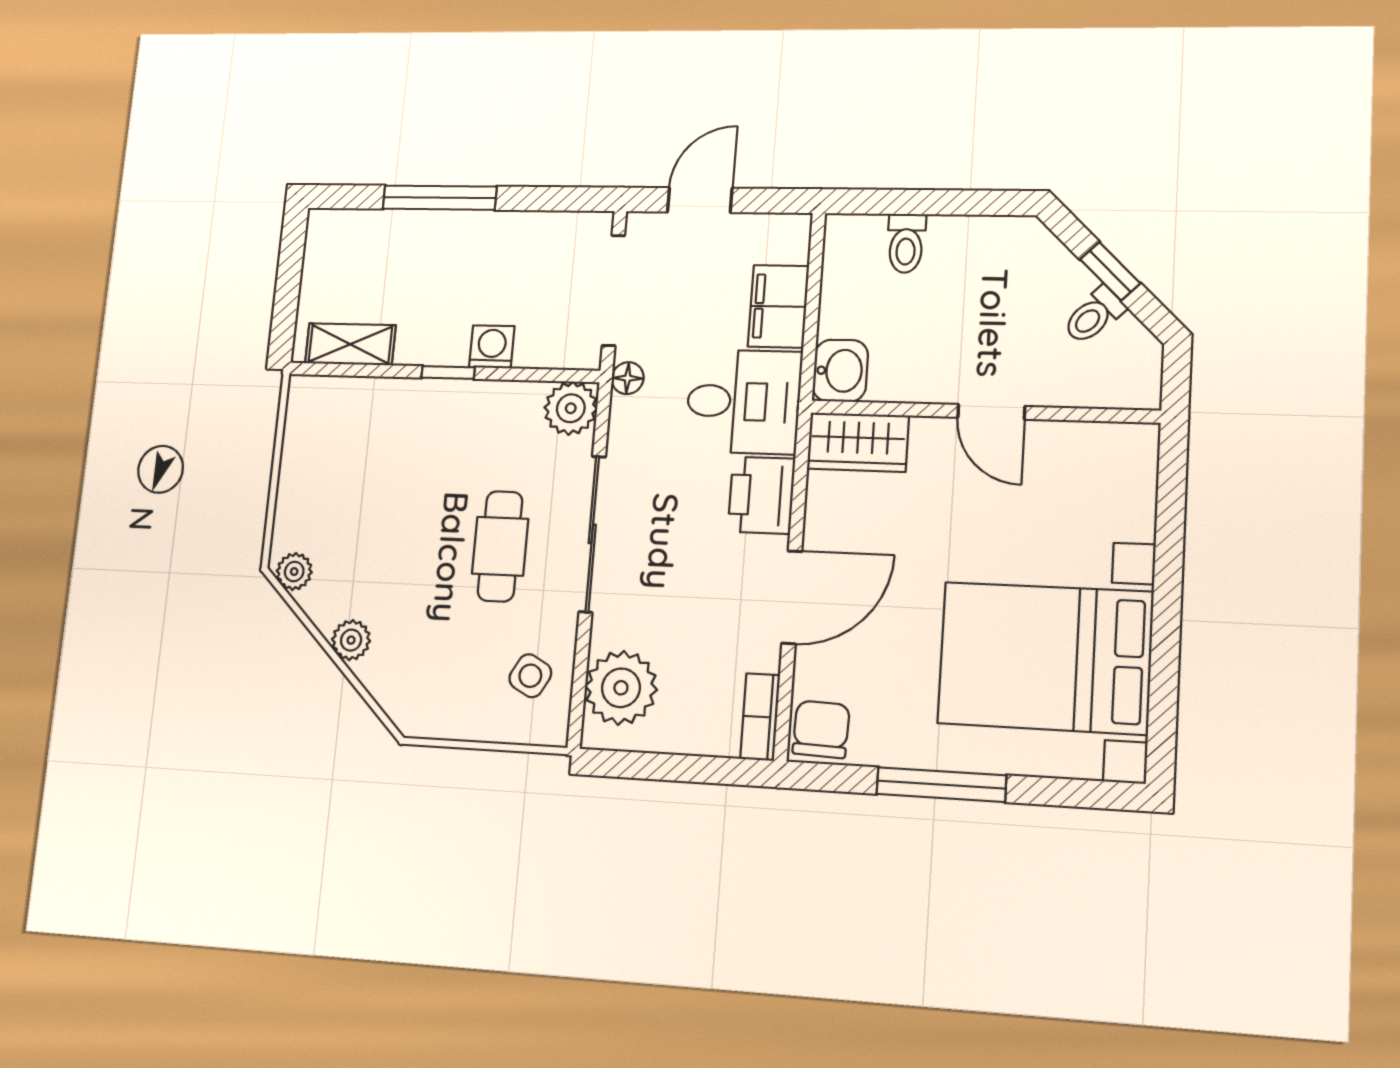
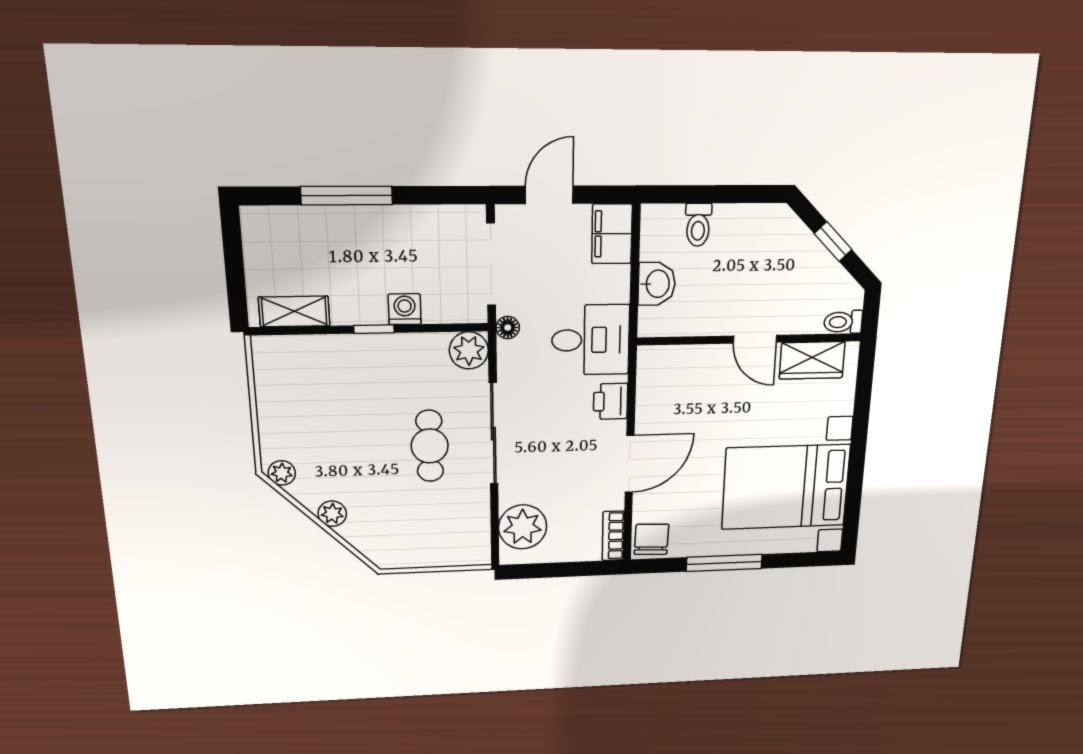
filing cabinet: (778, 306) -> (612, 234), moved
toilet: (1094, 315) -> (843, 322), moved, turned 45
washbasin: (840, 371) -> (657, 284), moved
wardrobe: (858, 442) -> (812, 360), moved
printer: (762, 495) -> (611, 401), width x0.73, depth x0.81
side table: (530, 676) -> (461, 525), removed

